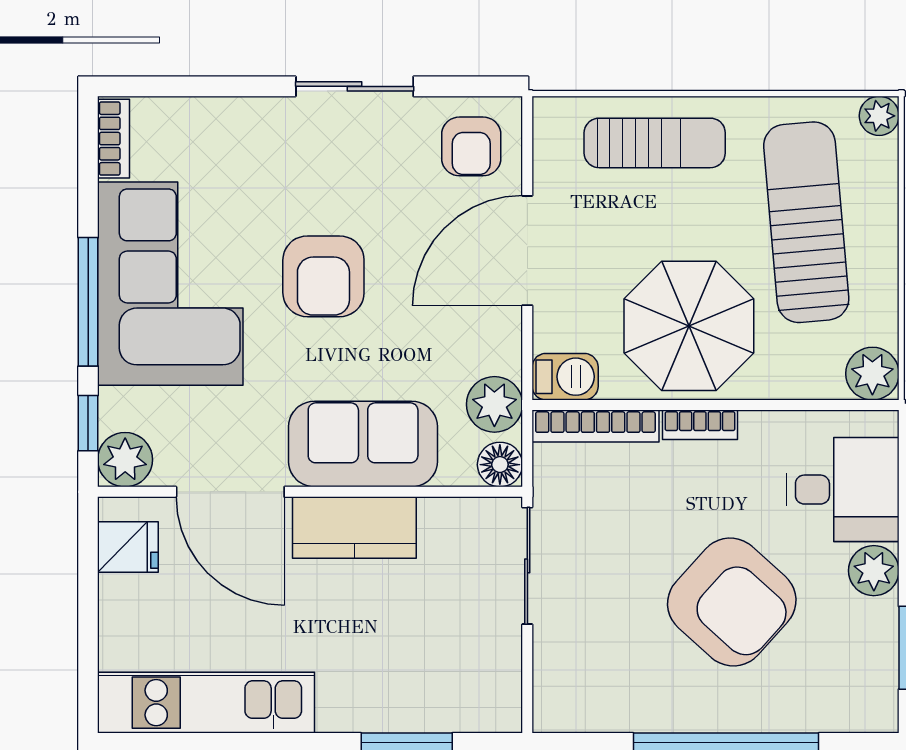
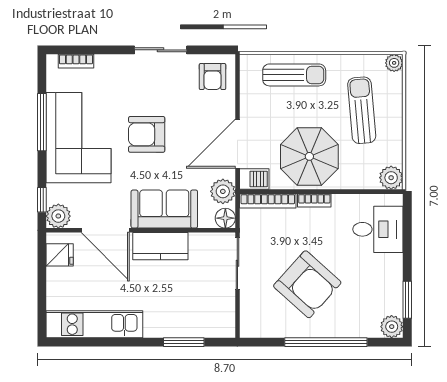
bookcase: (114, 139) -> (76, 61), moved, turned 90
sun lounger: (806, 222) -> (362, 110), width x0.73, depth x0.75
door: (527, 251) -> (237, 144), moved
armchair: (323, 276) -> (147, 134), turned 90
window: (88, 302) -> (42, 122), moved
plant: (874, 571) -> (392, 327), moved
armchair: (732, 602) -> (307, 284), moved

